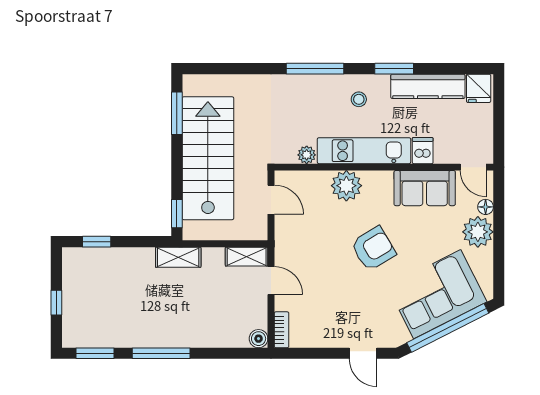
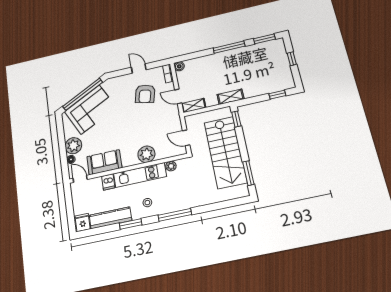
armchair: (373, 249) -> (145, 94), moved, turned -46
door: (363, 353) -> (139, 68), moved

